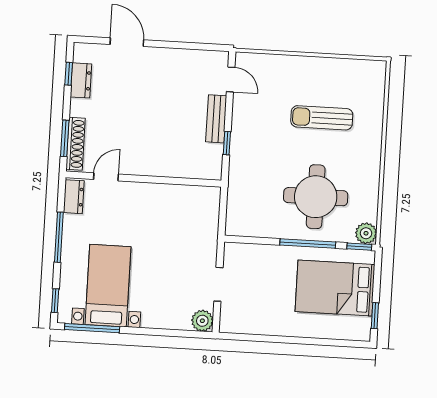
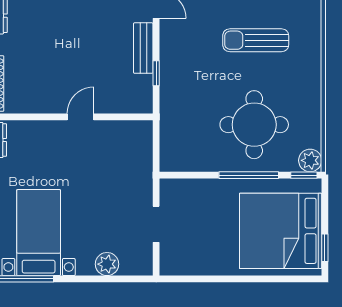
door: (106, 177) -> (81, 117), moved
bed: (335, 288) -> (281, 231), width x1.36
plant: (202, 321) -> (107, 264), moved

